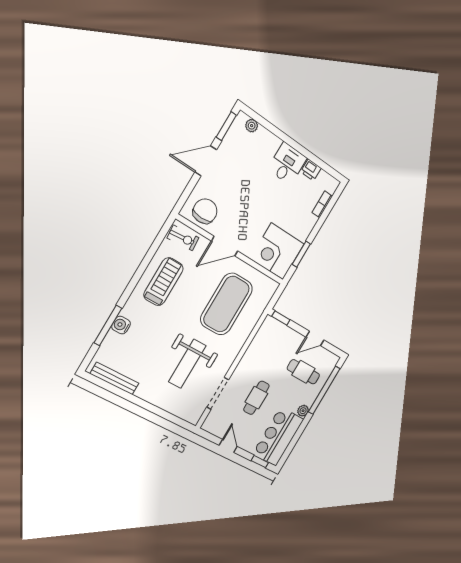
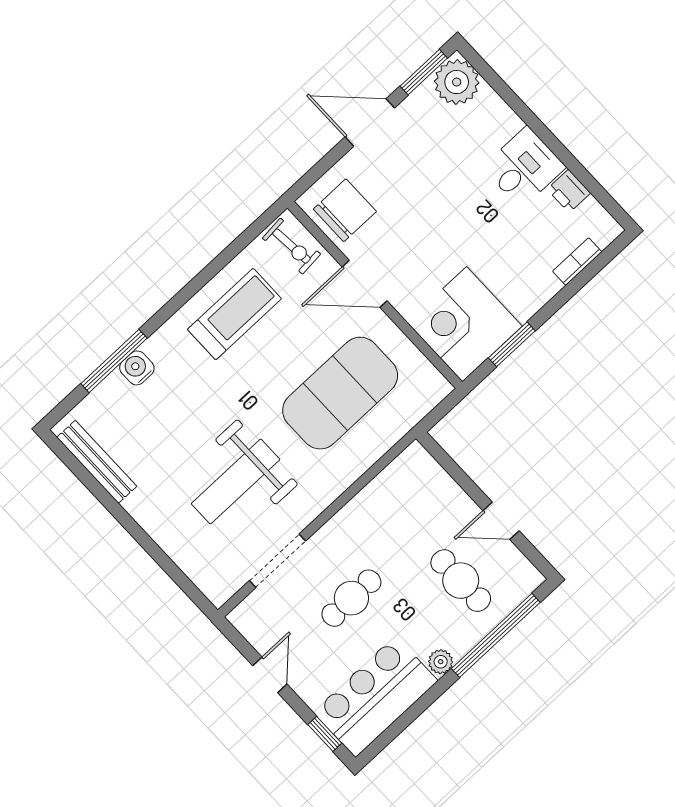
plant: (252, 126) -> (457, 82), width x1.88, depth x1.88
window: (281, 318) -> (440, 456), removed

